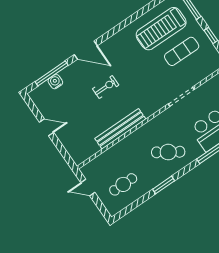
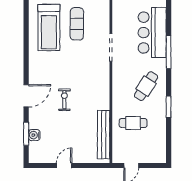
window: (52, 73) -> (26, 134), width x0.69
bench: (120, 129) -> (104, 135), moved
cafe table: (123, 184) -> (133, 123), moved, turned 90

